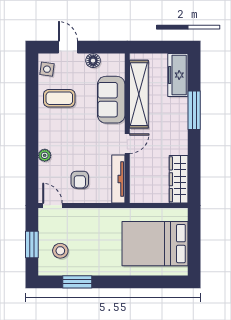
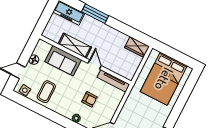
shelving: (139, 94) -> (75, 46), width x0.68
wardrobe: (179, 179) -> (137, 47), width x0.67
armchair: (80, 180) -> (89, 99), moved

